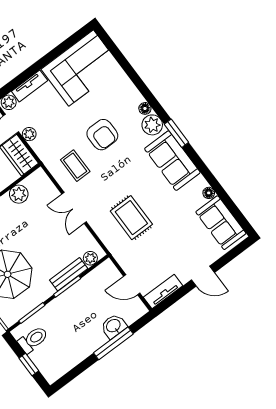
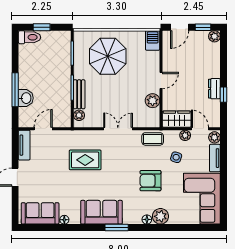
plant: (152, 125) -> (160, 216), moved
side table: (59, 126) -> (176, 157), added
coffee table: (75, 166) -> (153, 139), moved
toilet: (33, 339) -> (30, 37), moved, turned -90

